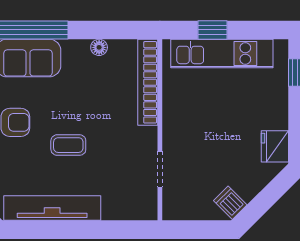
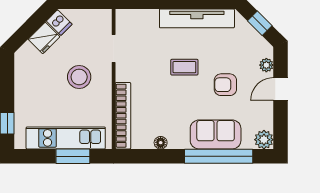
window: (213, 30) -> (73, 156), width x1.50
stool: (204, 132) -> (79, 77), added
fridge: (275, 146) -> (44, 38), moved, turned 45

